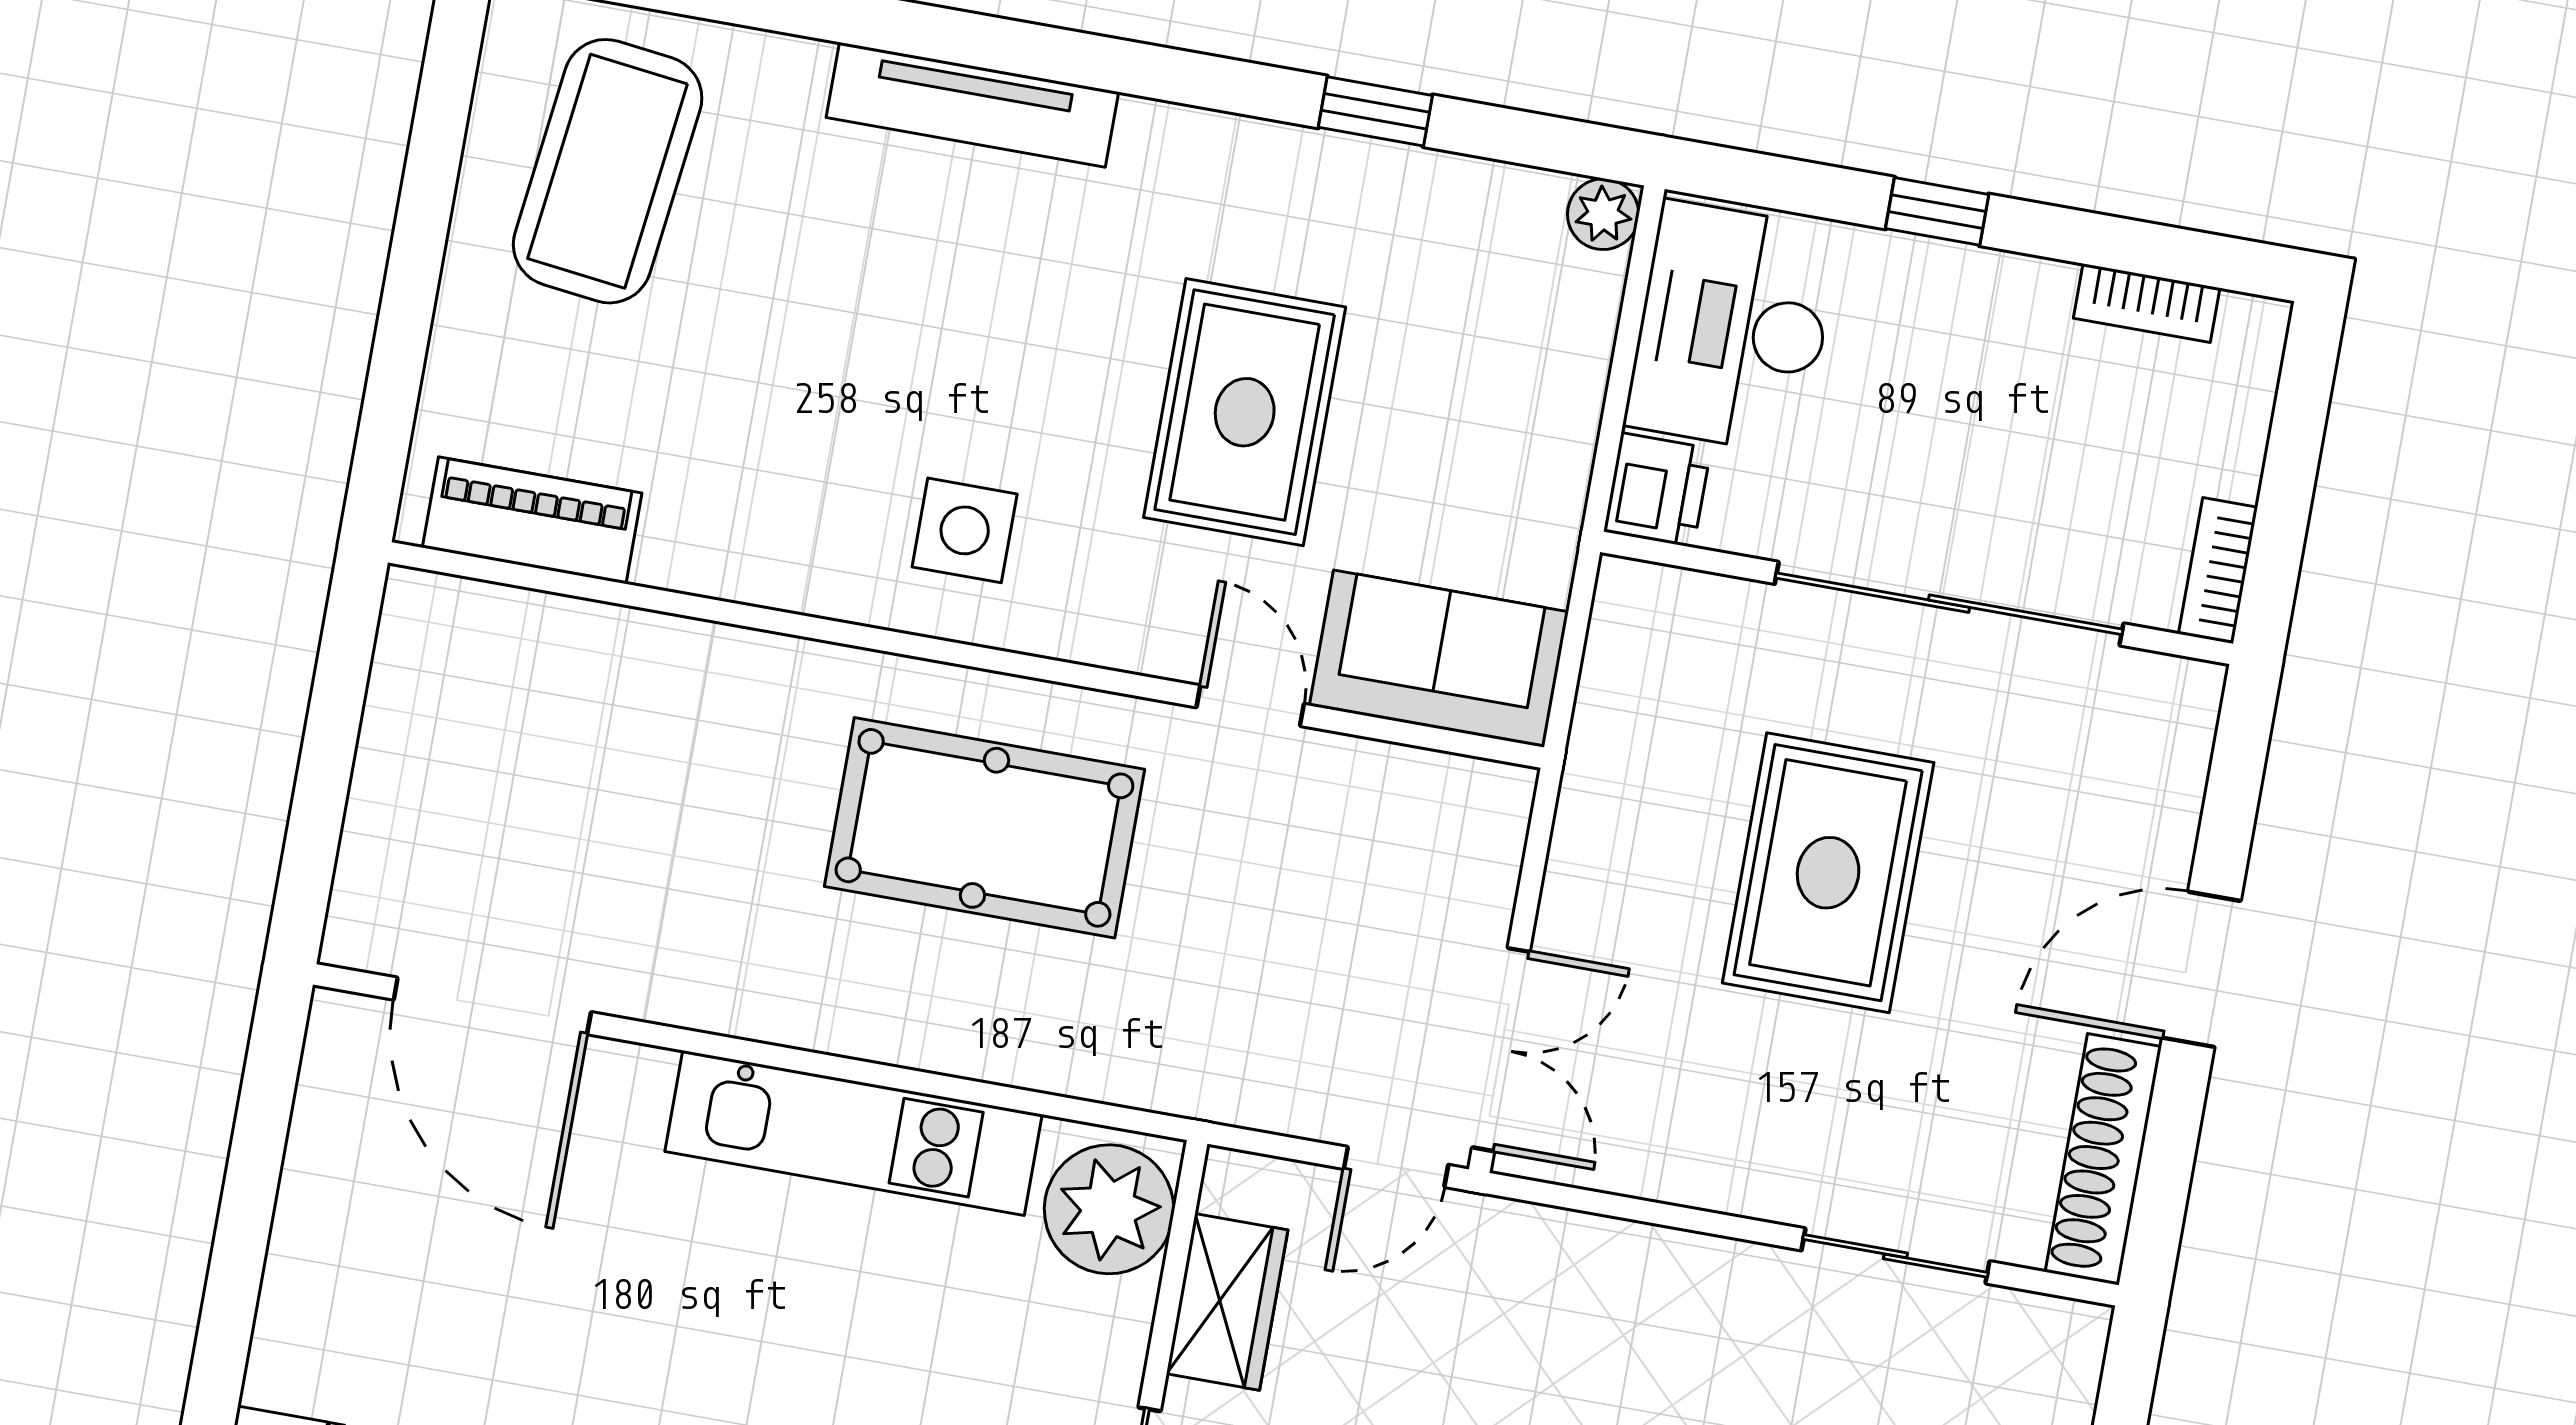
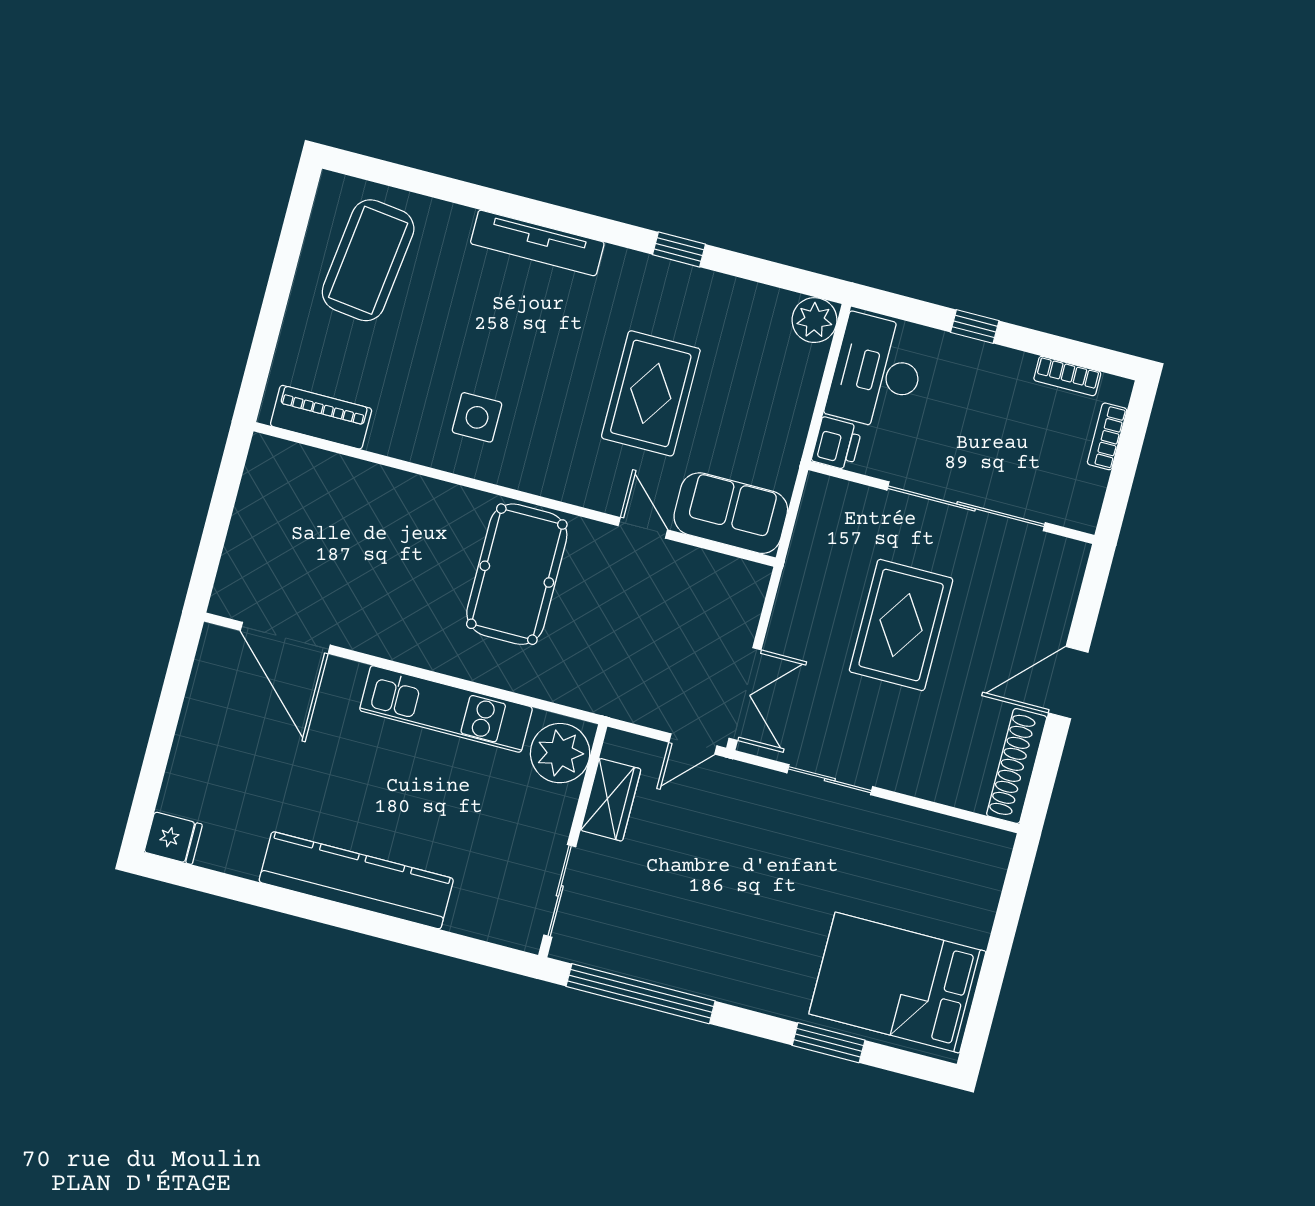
window: (1375, 111) -> (679, 249), moved
plant: (1603, 214) -> (814, 320), width x1.38, depth x1.38
side table: (965, 530) -> (477, 417), moved
bookcase: (2218, 571) -> (1107, 436), moved
pool table: (984, 828) -> (517, 574), turned 90
sliding door: (1895, 1256) -> (830, 780), moved

